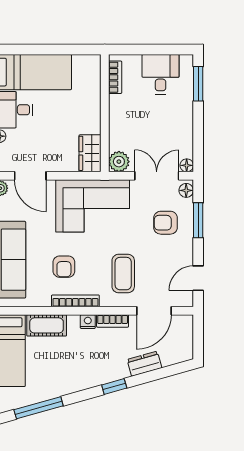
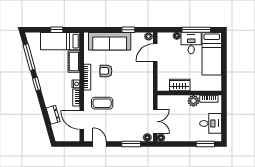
wardrobe: (90, 153) -> (180, 85), moved
plant: (119, 162) -> (193, 101), moved
corner sofa: (93, 206) -> (139, 87), removed
armchair: (166, 223) -> (130, 126), removed
window: (114, 386) -> (37, 84), moved

